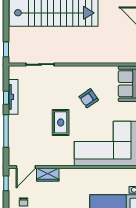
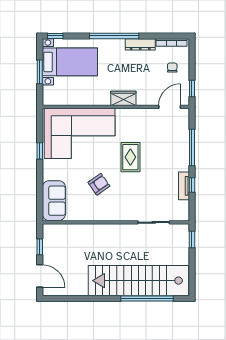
tv unit: (13, 97) -> (184, 186), width x0.71
wardrobe: (48, 175) -> (123, 98), moved

